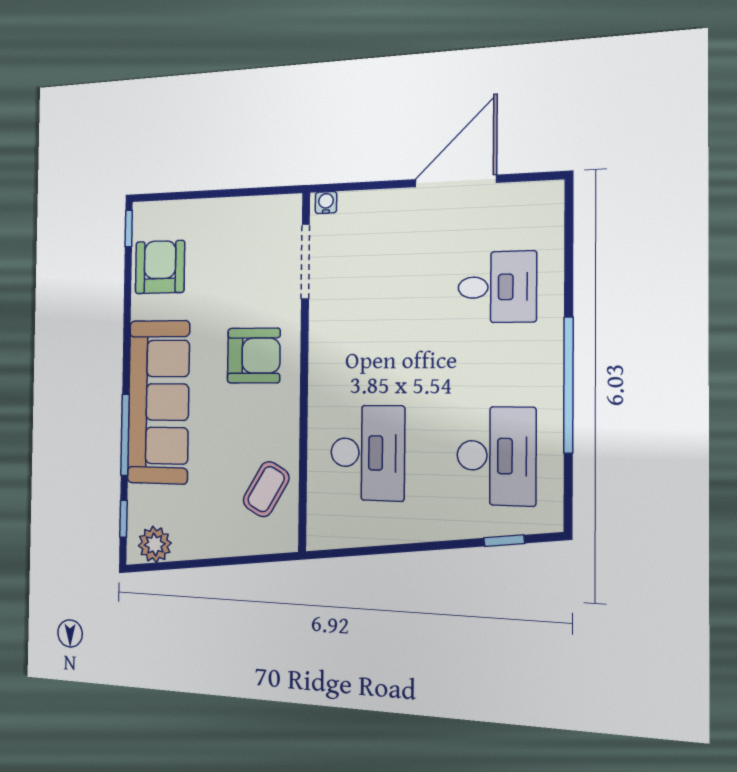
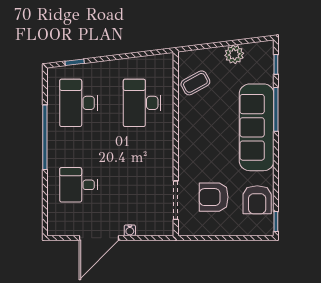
water cooler: (326, 203) -> (130, 230), moved
armchair: (254, 356) -> (214, 197), moved
coffee table: (266, 489) -> (195, 83), turned 31
plant: (155, 544) -> (234, 54), moved

